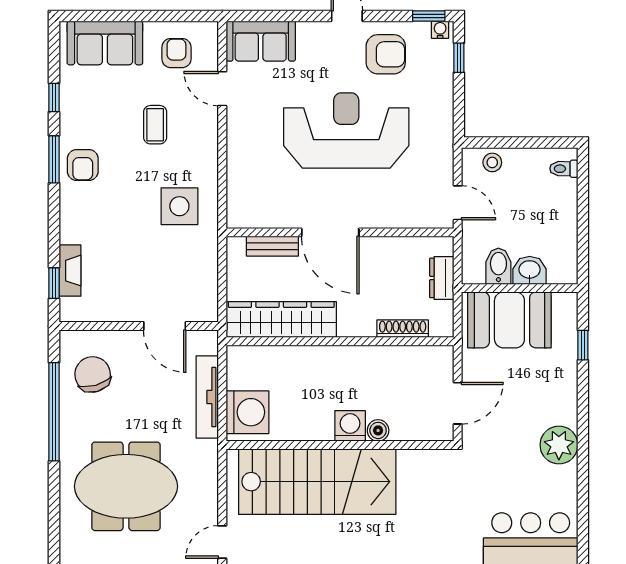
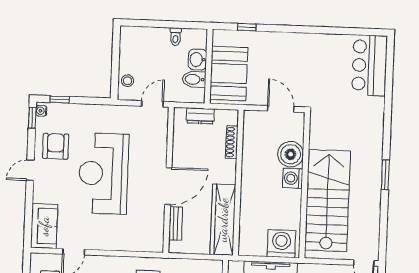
toilet: (564, 169) -> (175, 37), moved
boiler: (378, 430) -> (291, 154), width x1.86, depth x1.86
plant: (559, 445) -> (310, 45), removed

